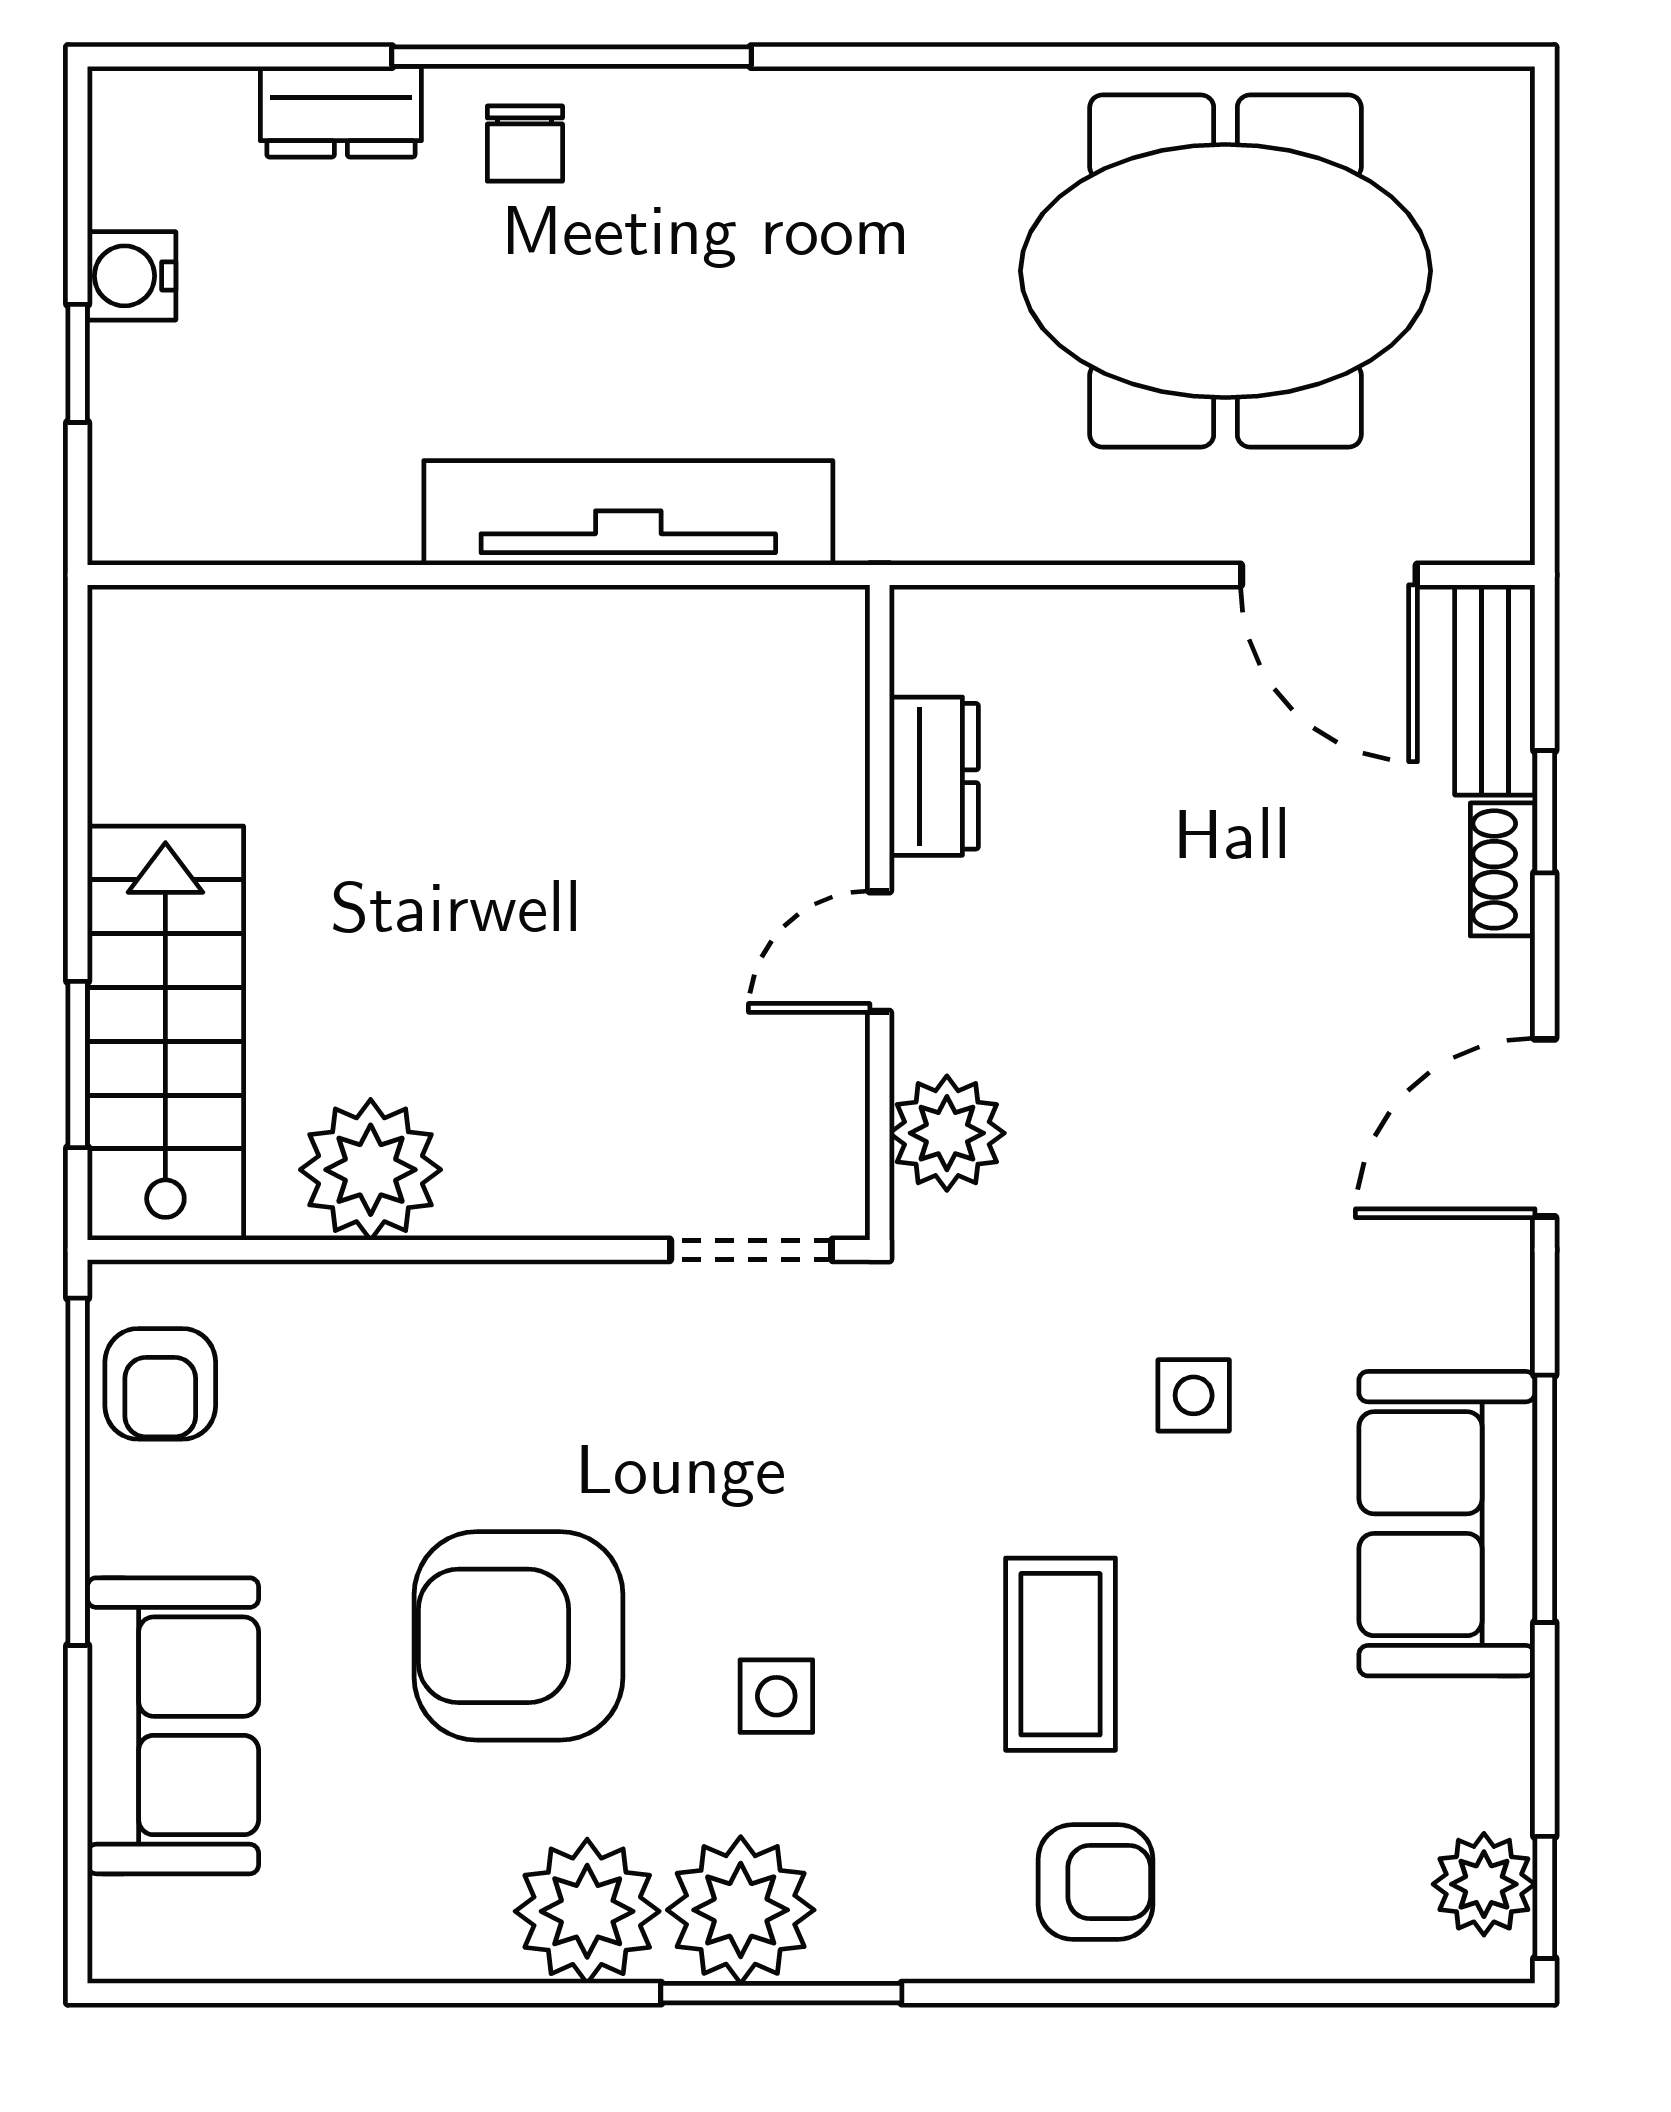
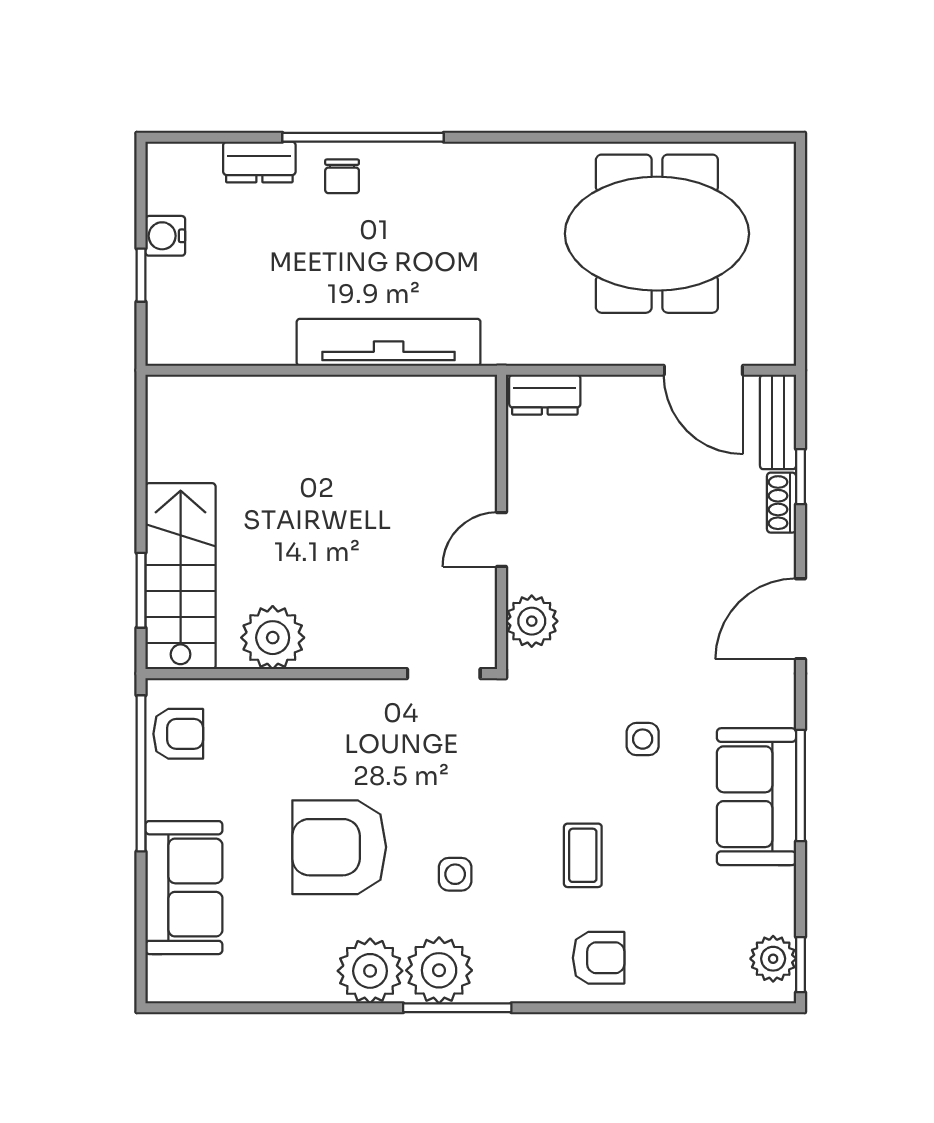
dresser: (934, 776) -> (545, 395), moved, turned 90
armchair: (160, 1384) -> (178, 734), turned -90
coffee table: (1060, 1654) -> (583, 855), width x0.73, depth x0.77

